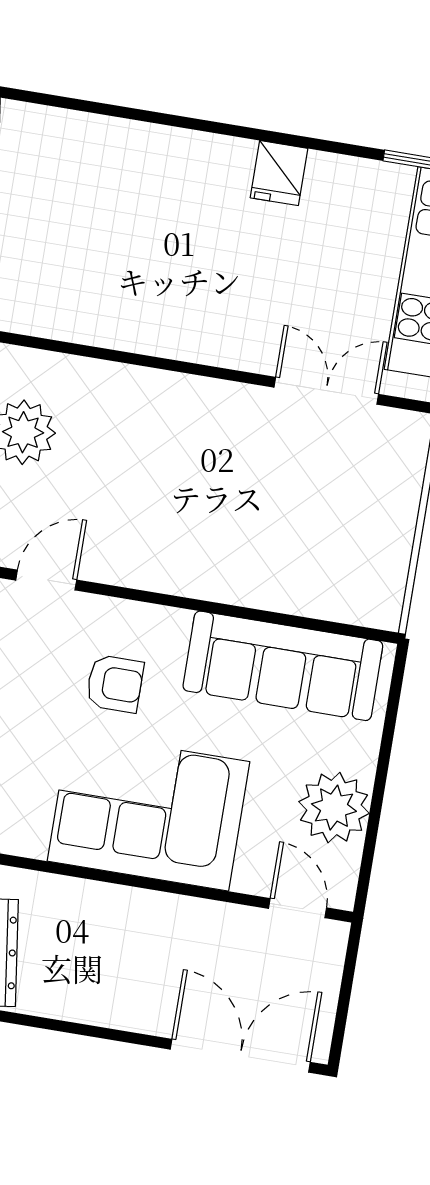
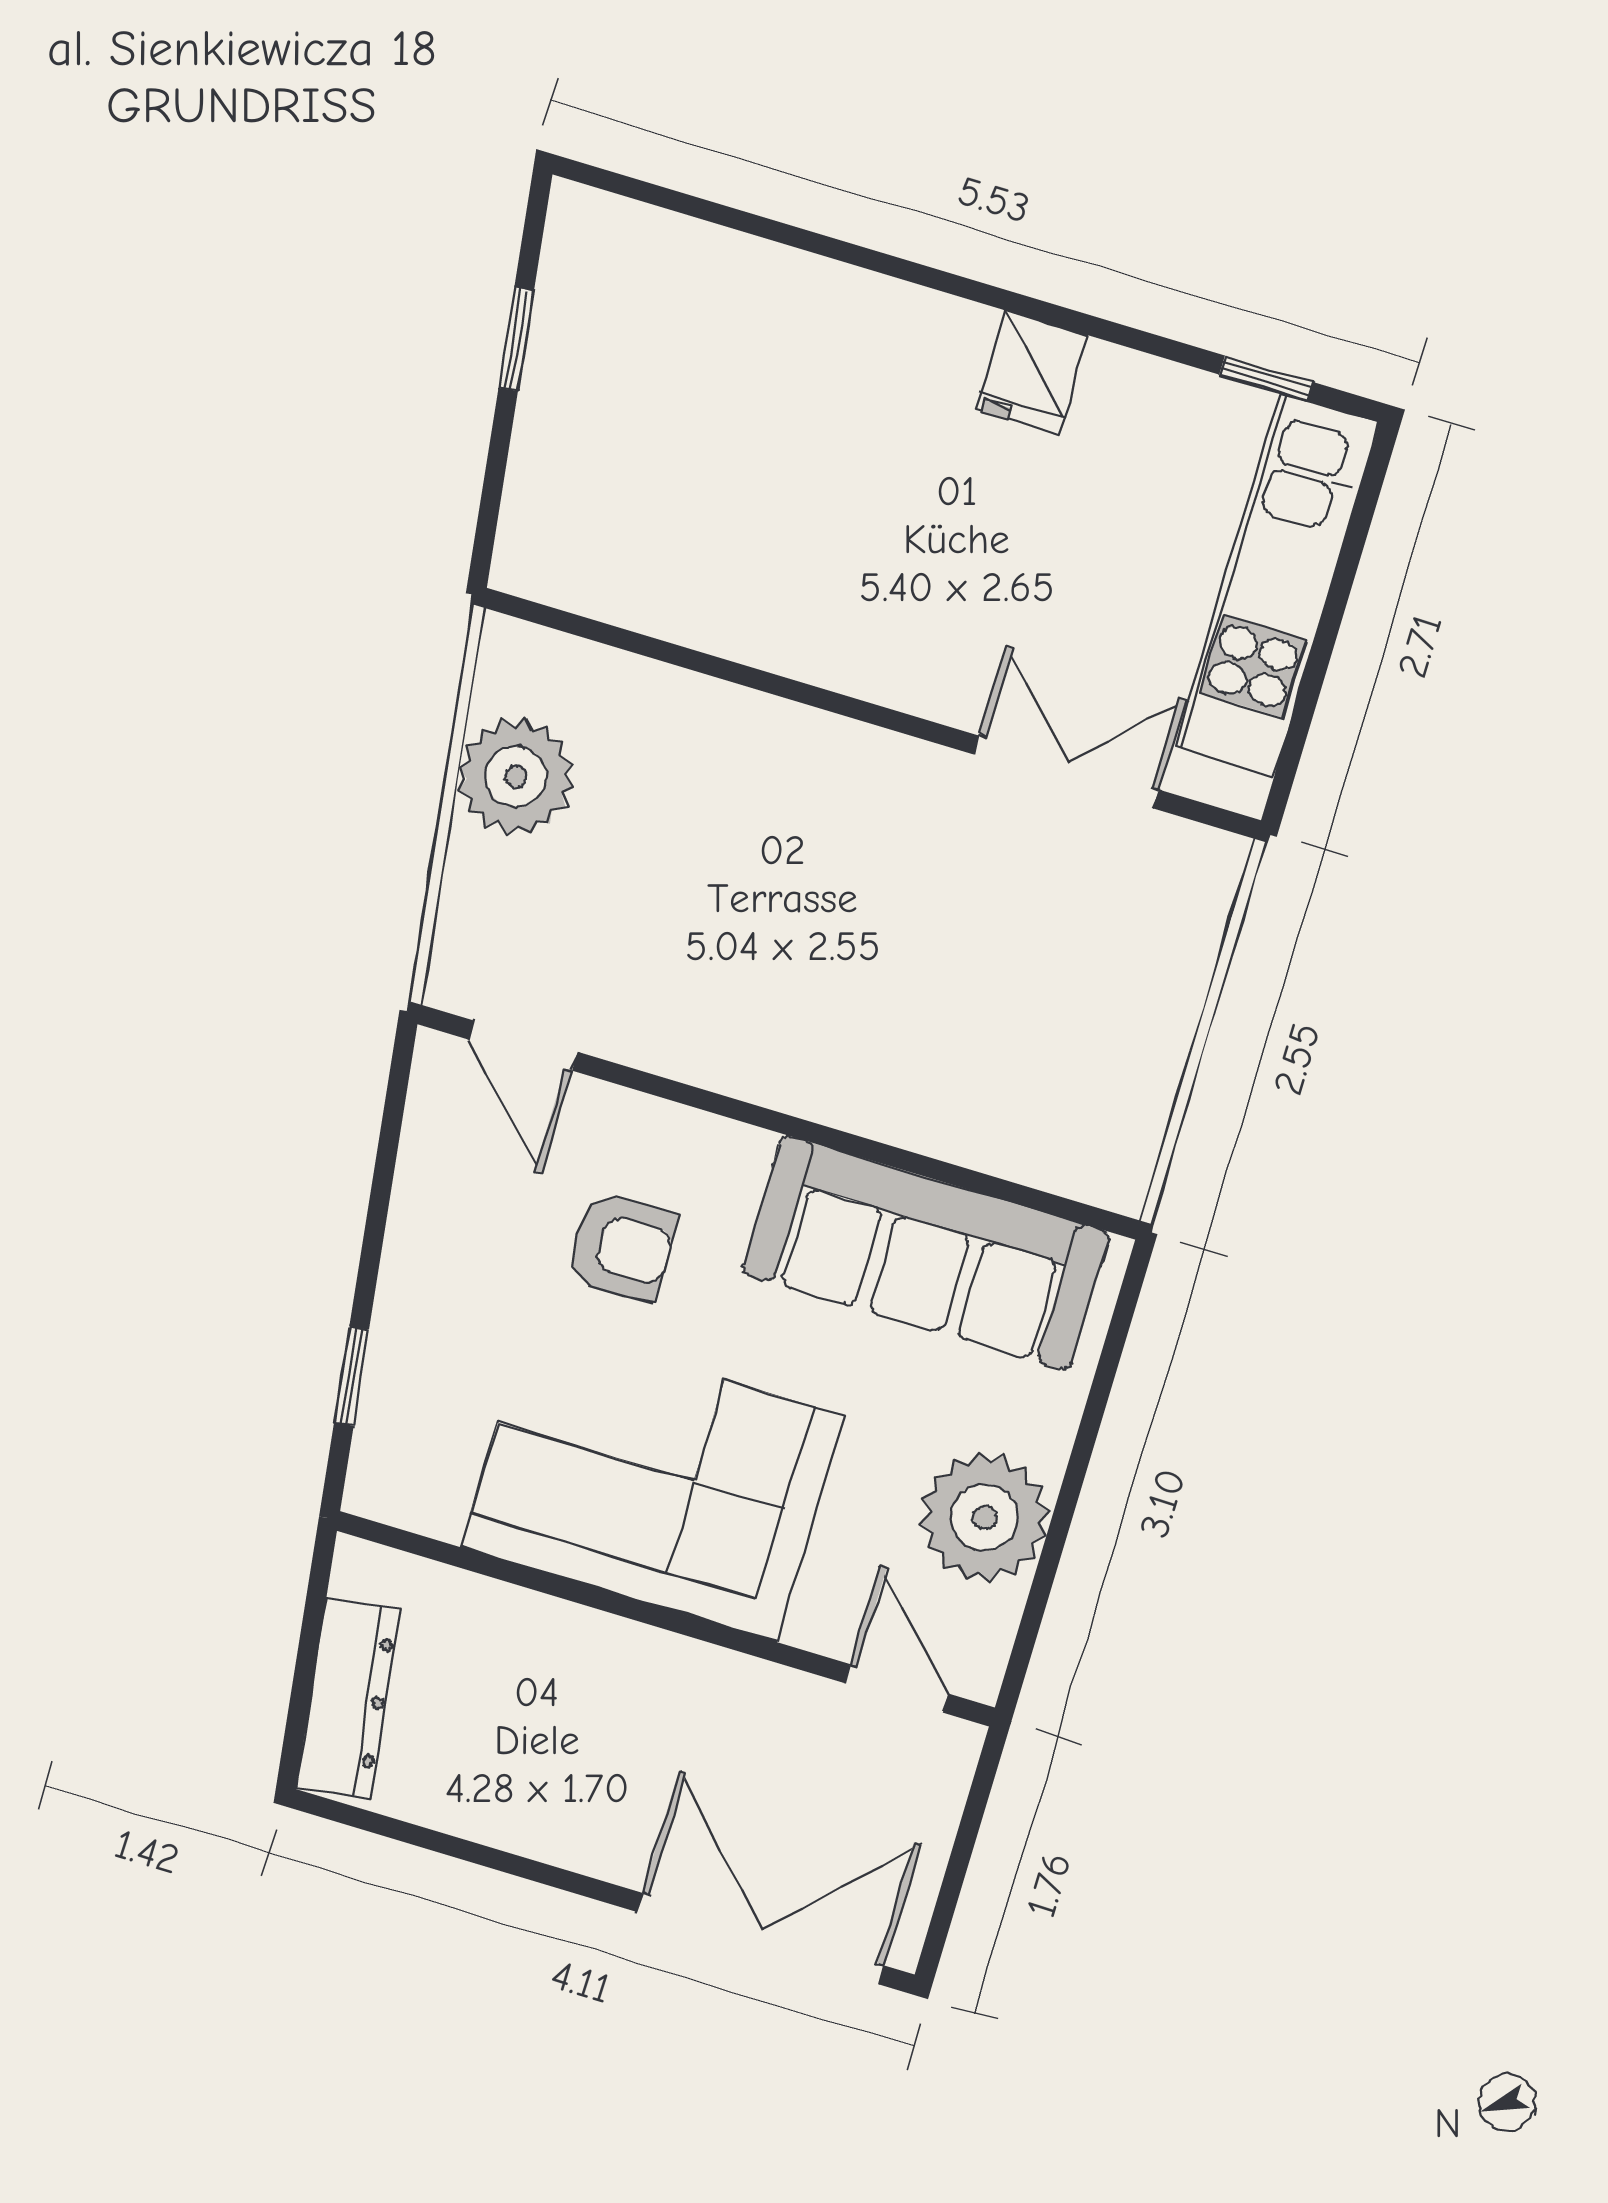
door: (46, 580) -> (523, 1046), swing flipped

